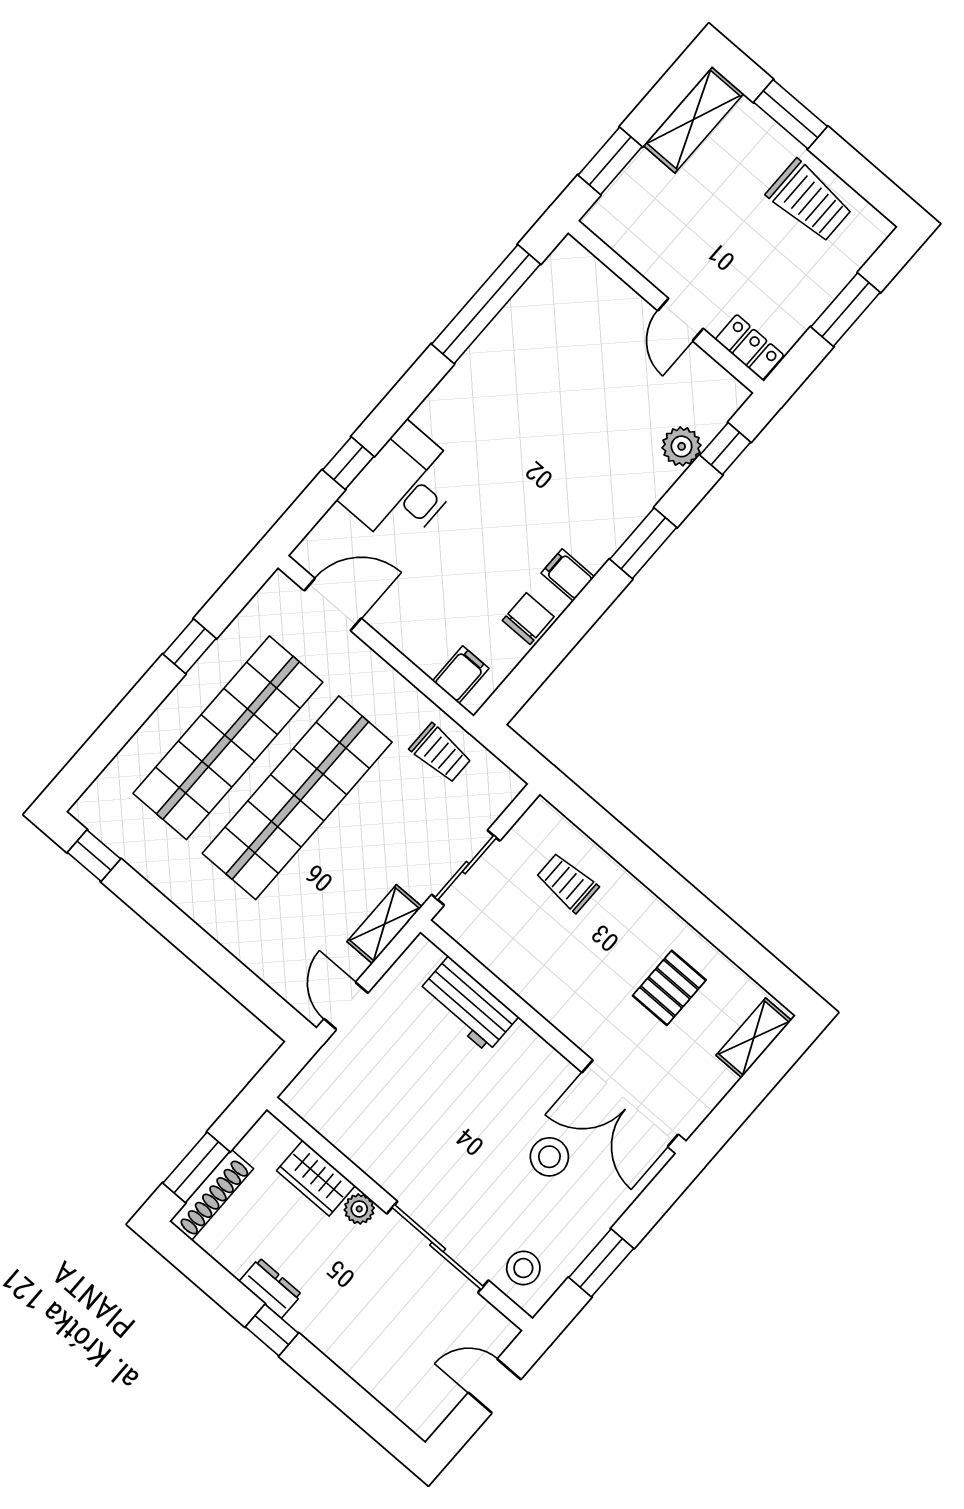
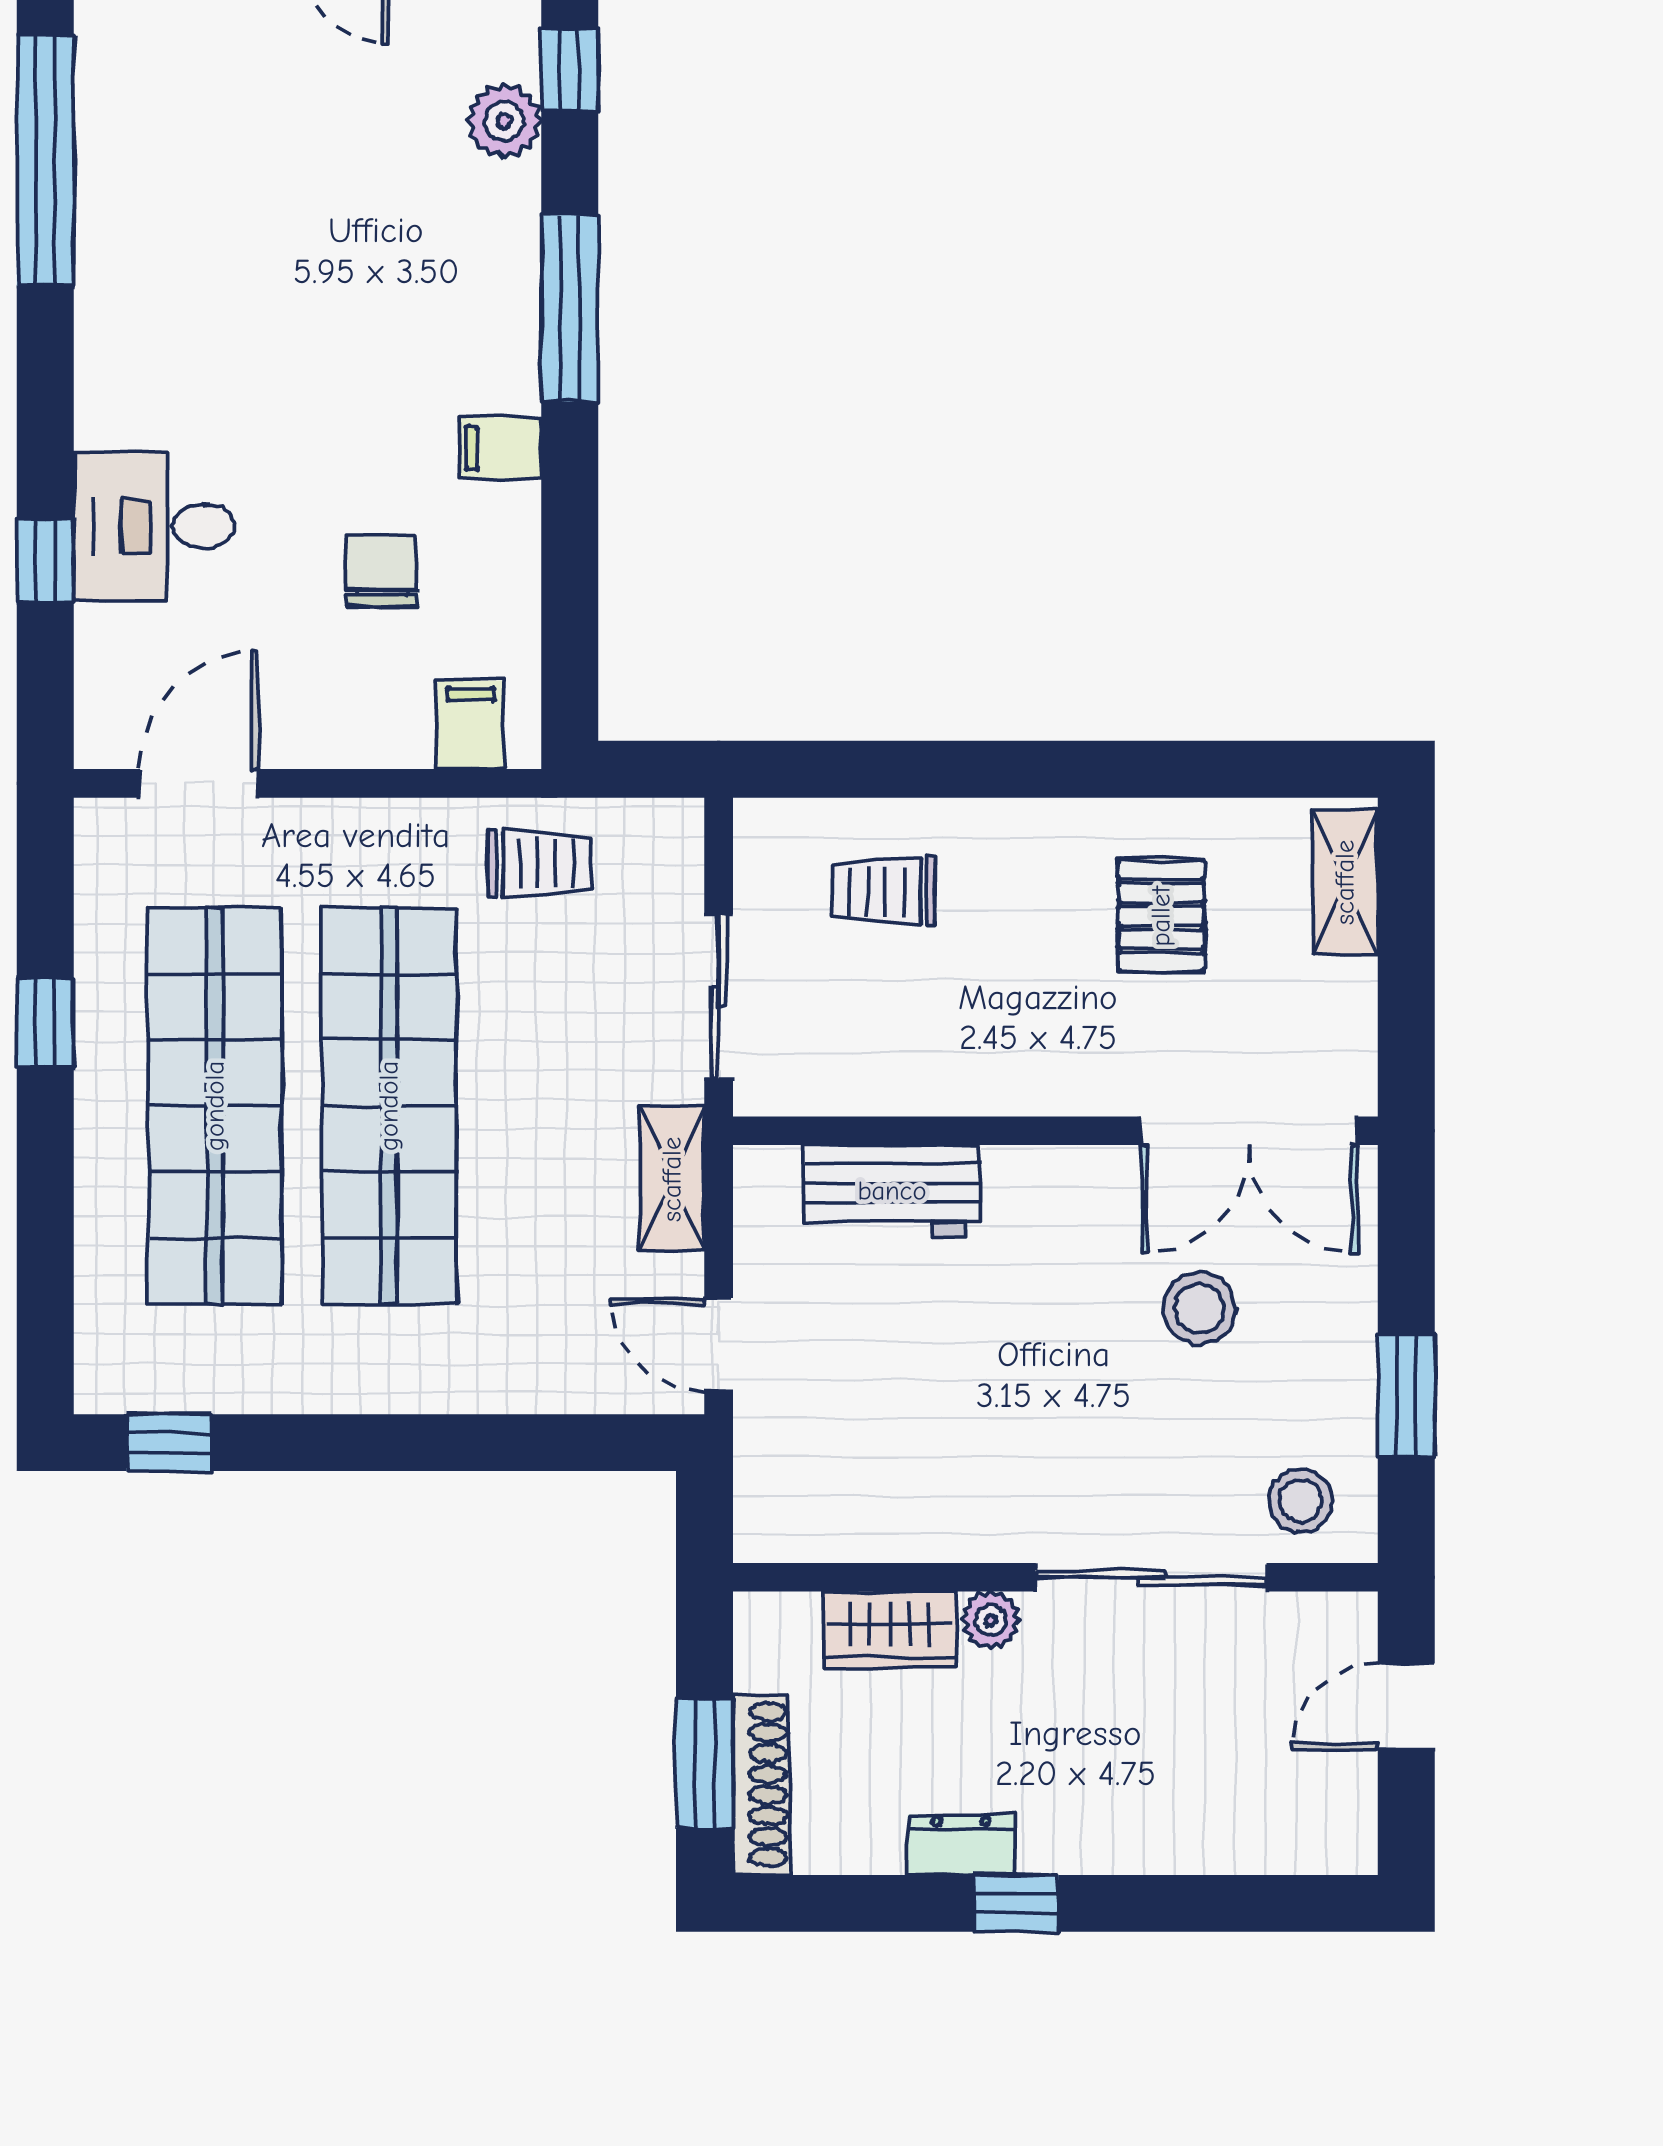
desk: (403, 487) -> (154, 526), width x0.73
window: (643, 543) -> (570, 308), width x1.44
chair: (528, 619) -> (381, 572), moved

